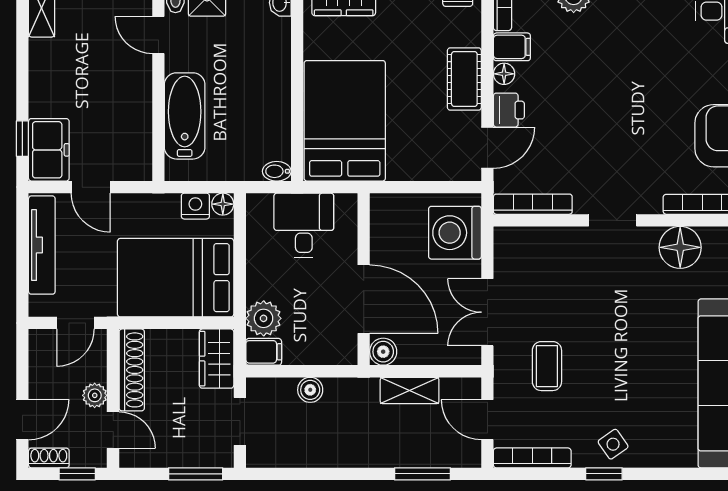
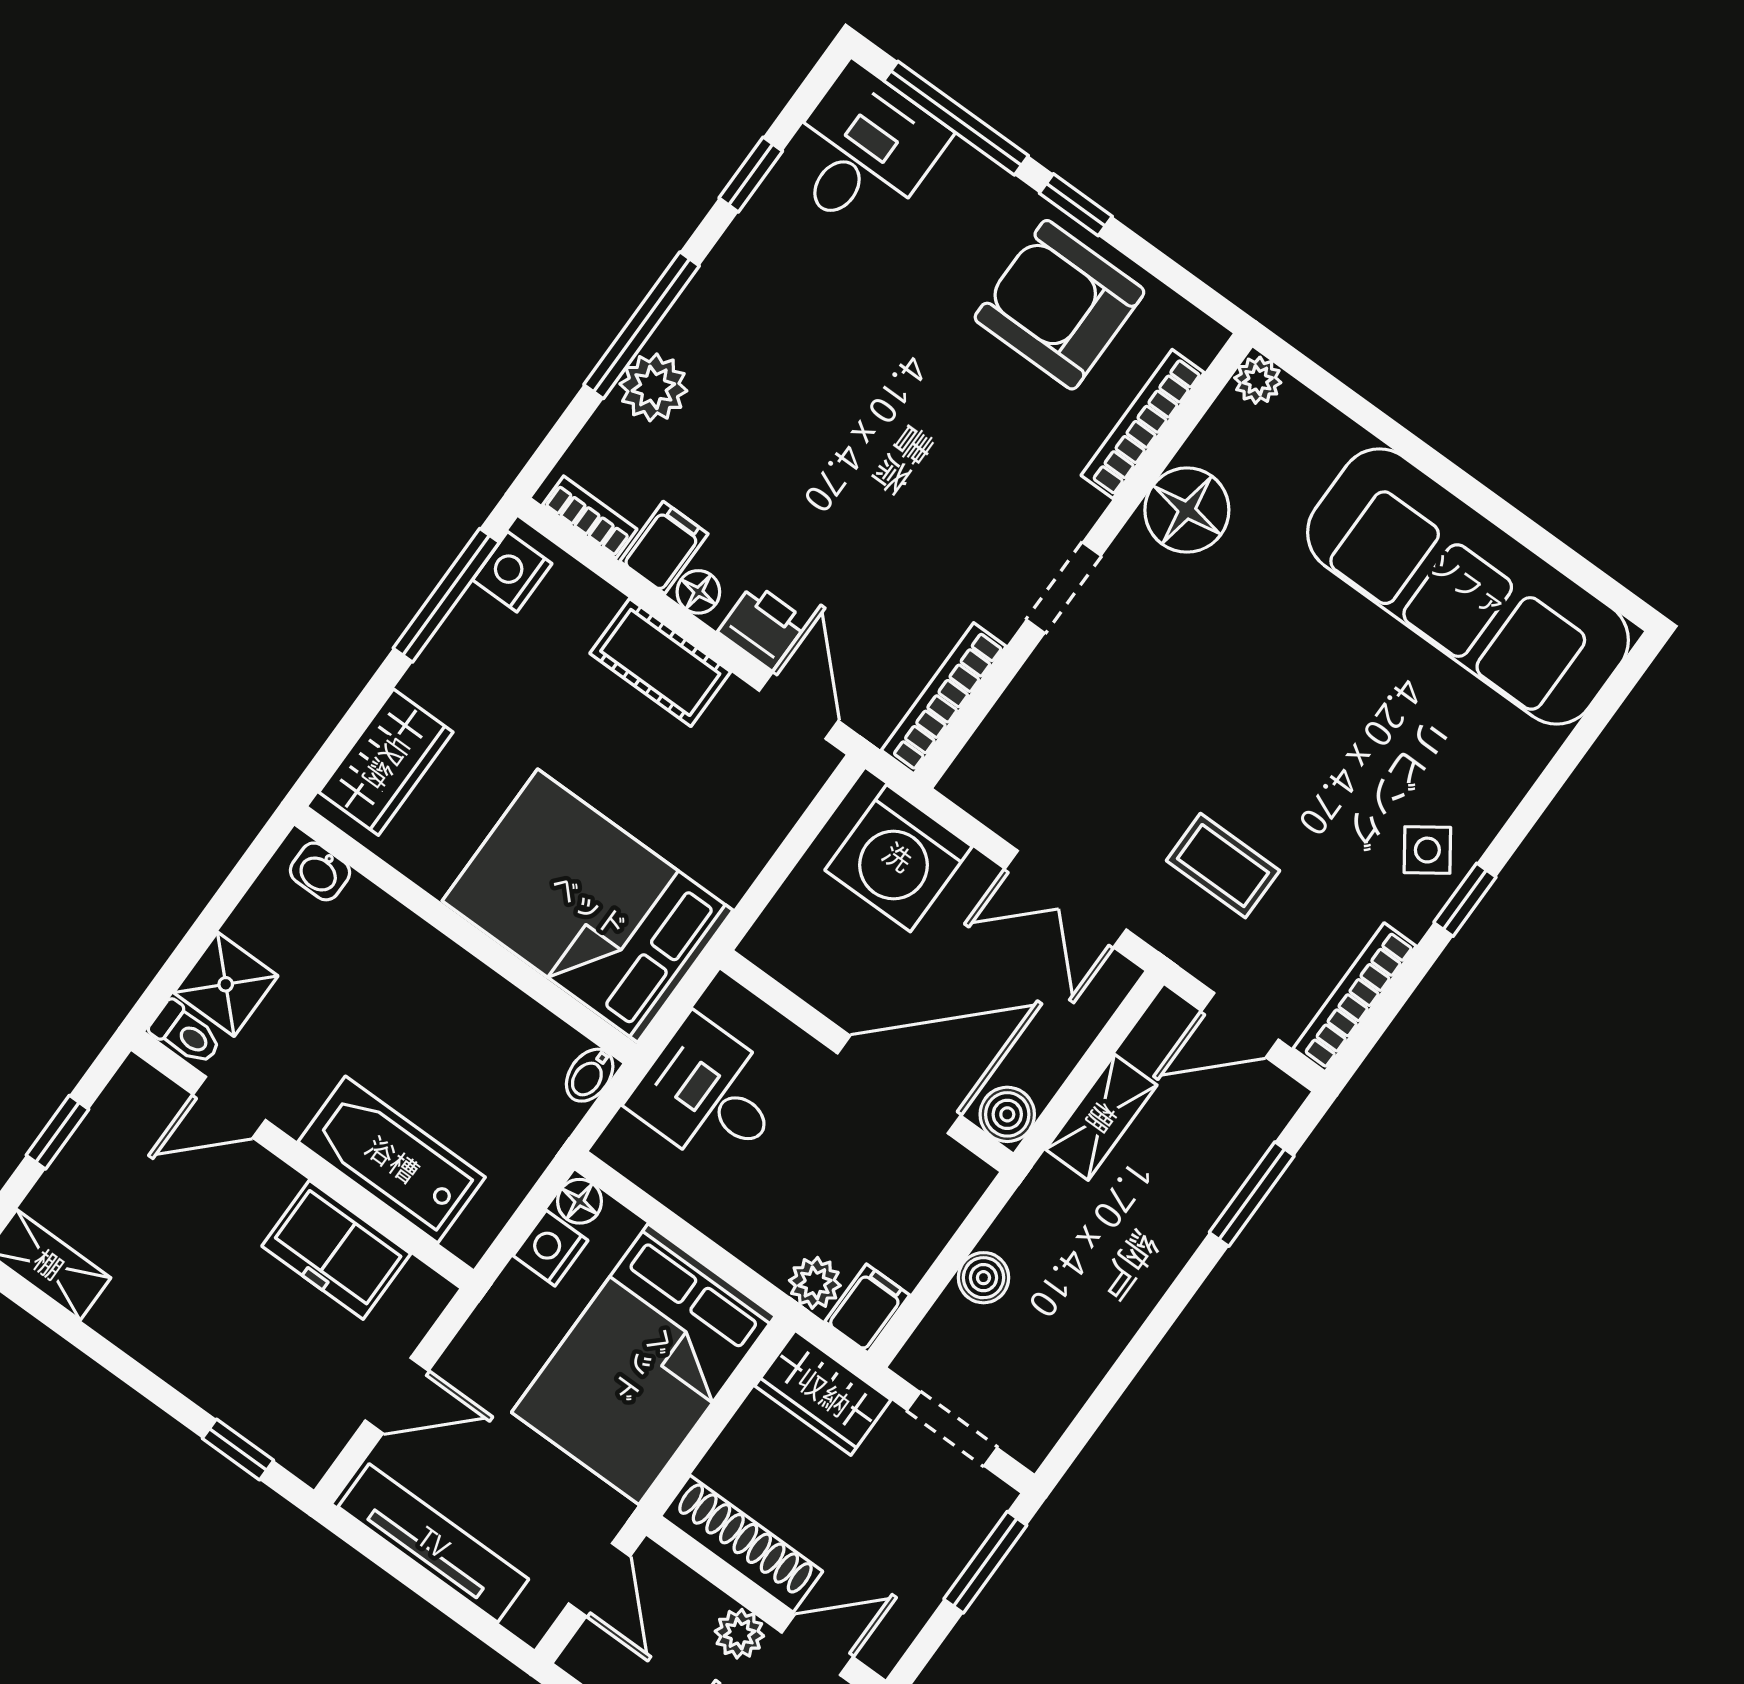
freezer: (49, 150) -> (336, 1250), moved, turned 180
plant: (264, 318) -> (815, 1283), width x0.73, depth x0.73

